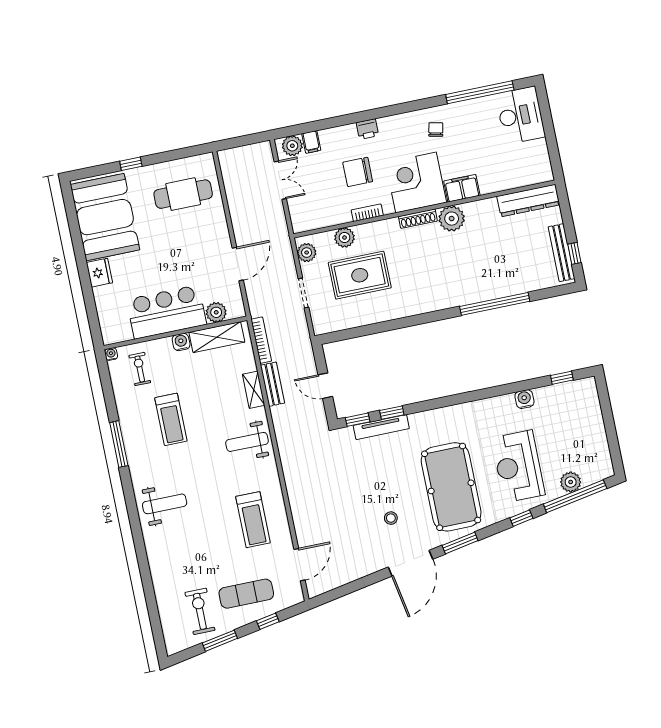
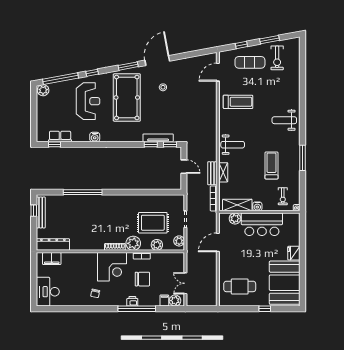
window: (480, 92) -> (137, 309), moved
filing cabinet: (462, 188) -> (52, 259), moved
plant: (452, 219) -> (133, 243), moved
row of seats: (555, 394) -> (60, 136), added
water cooler: (524, 399) -> (95, 137), moved
plant: (571, 482) -> (43, 90), moved
treadmill: (253, 520) -> (238, 102), turned 90

